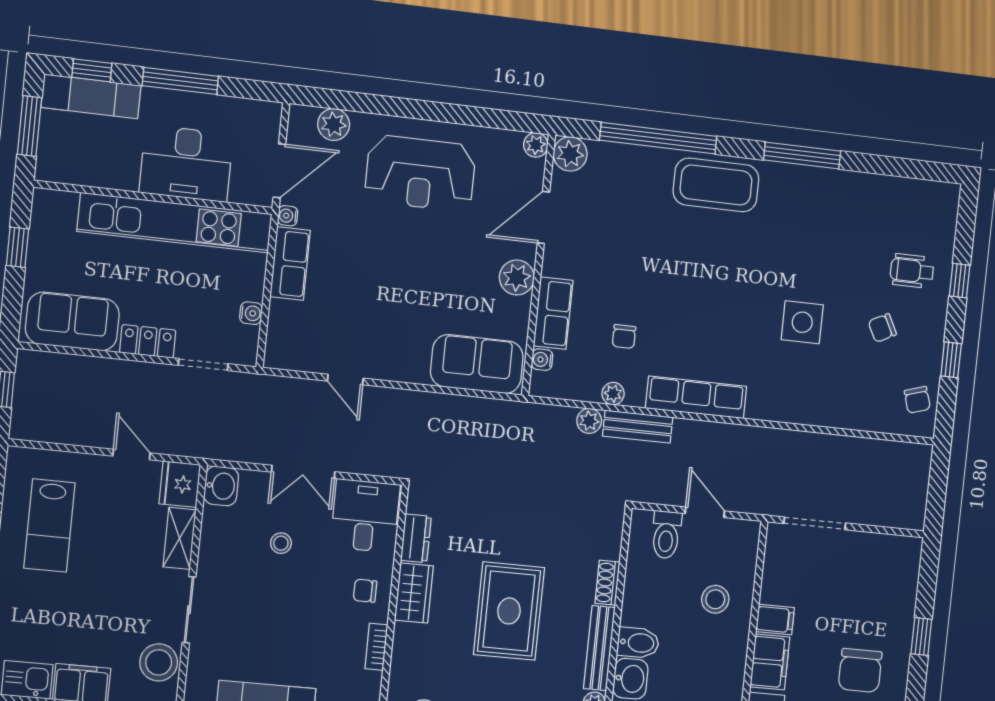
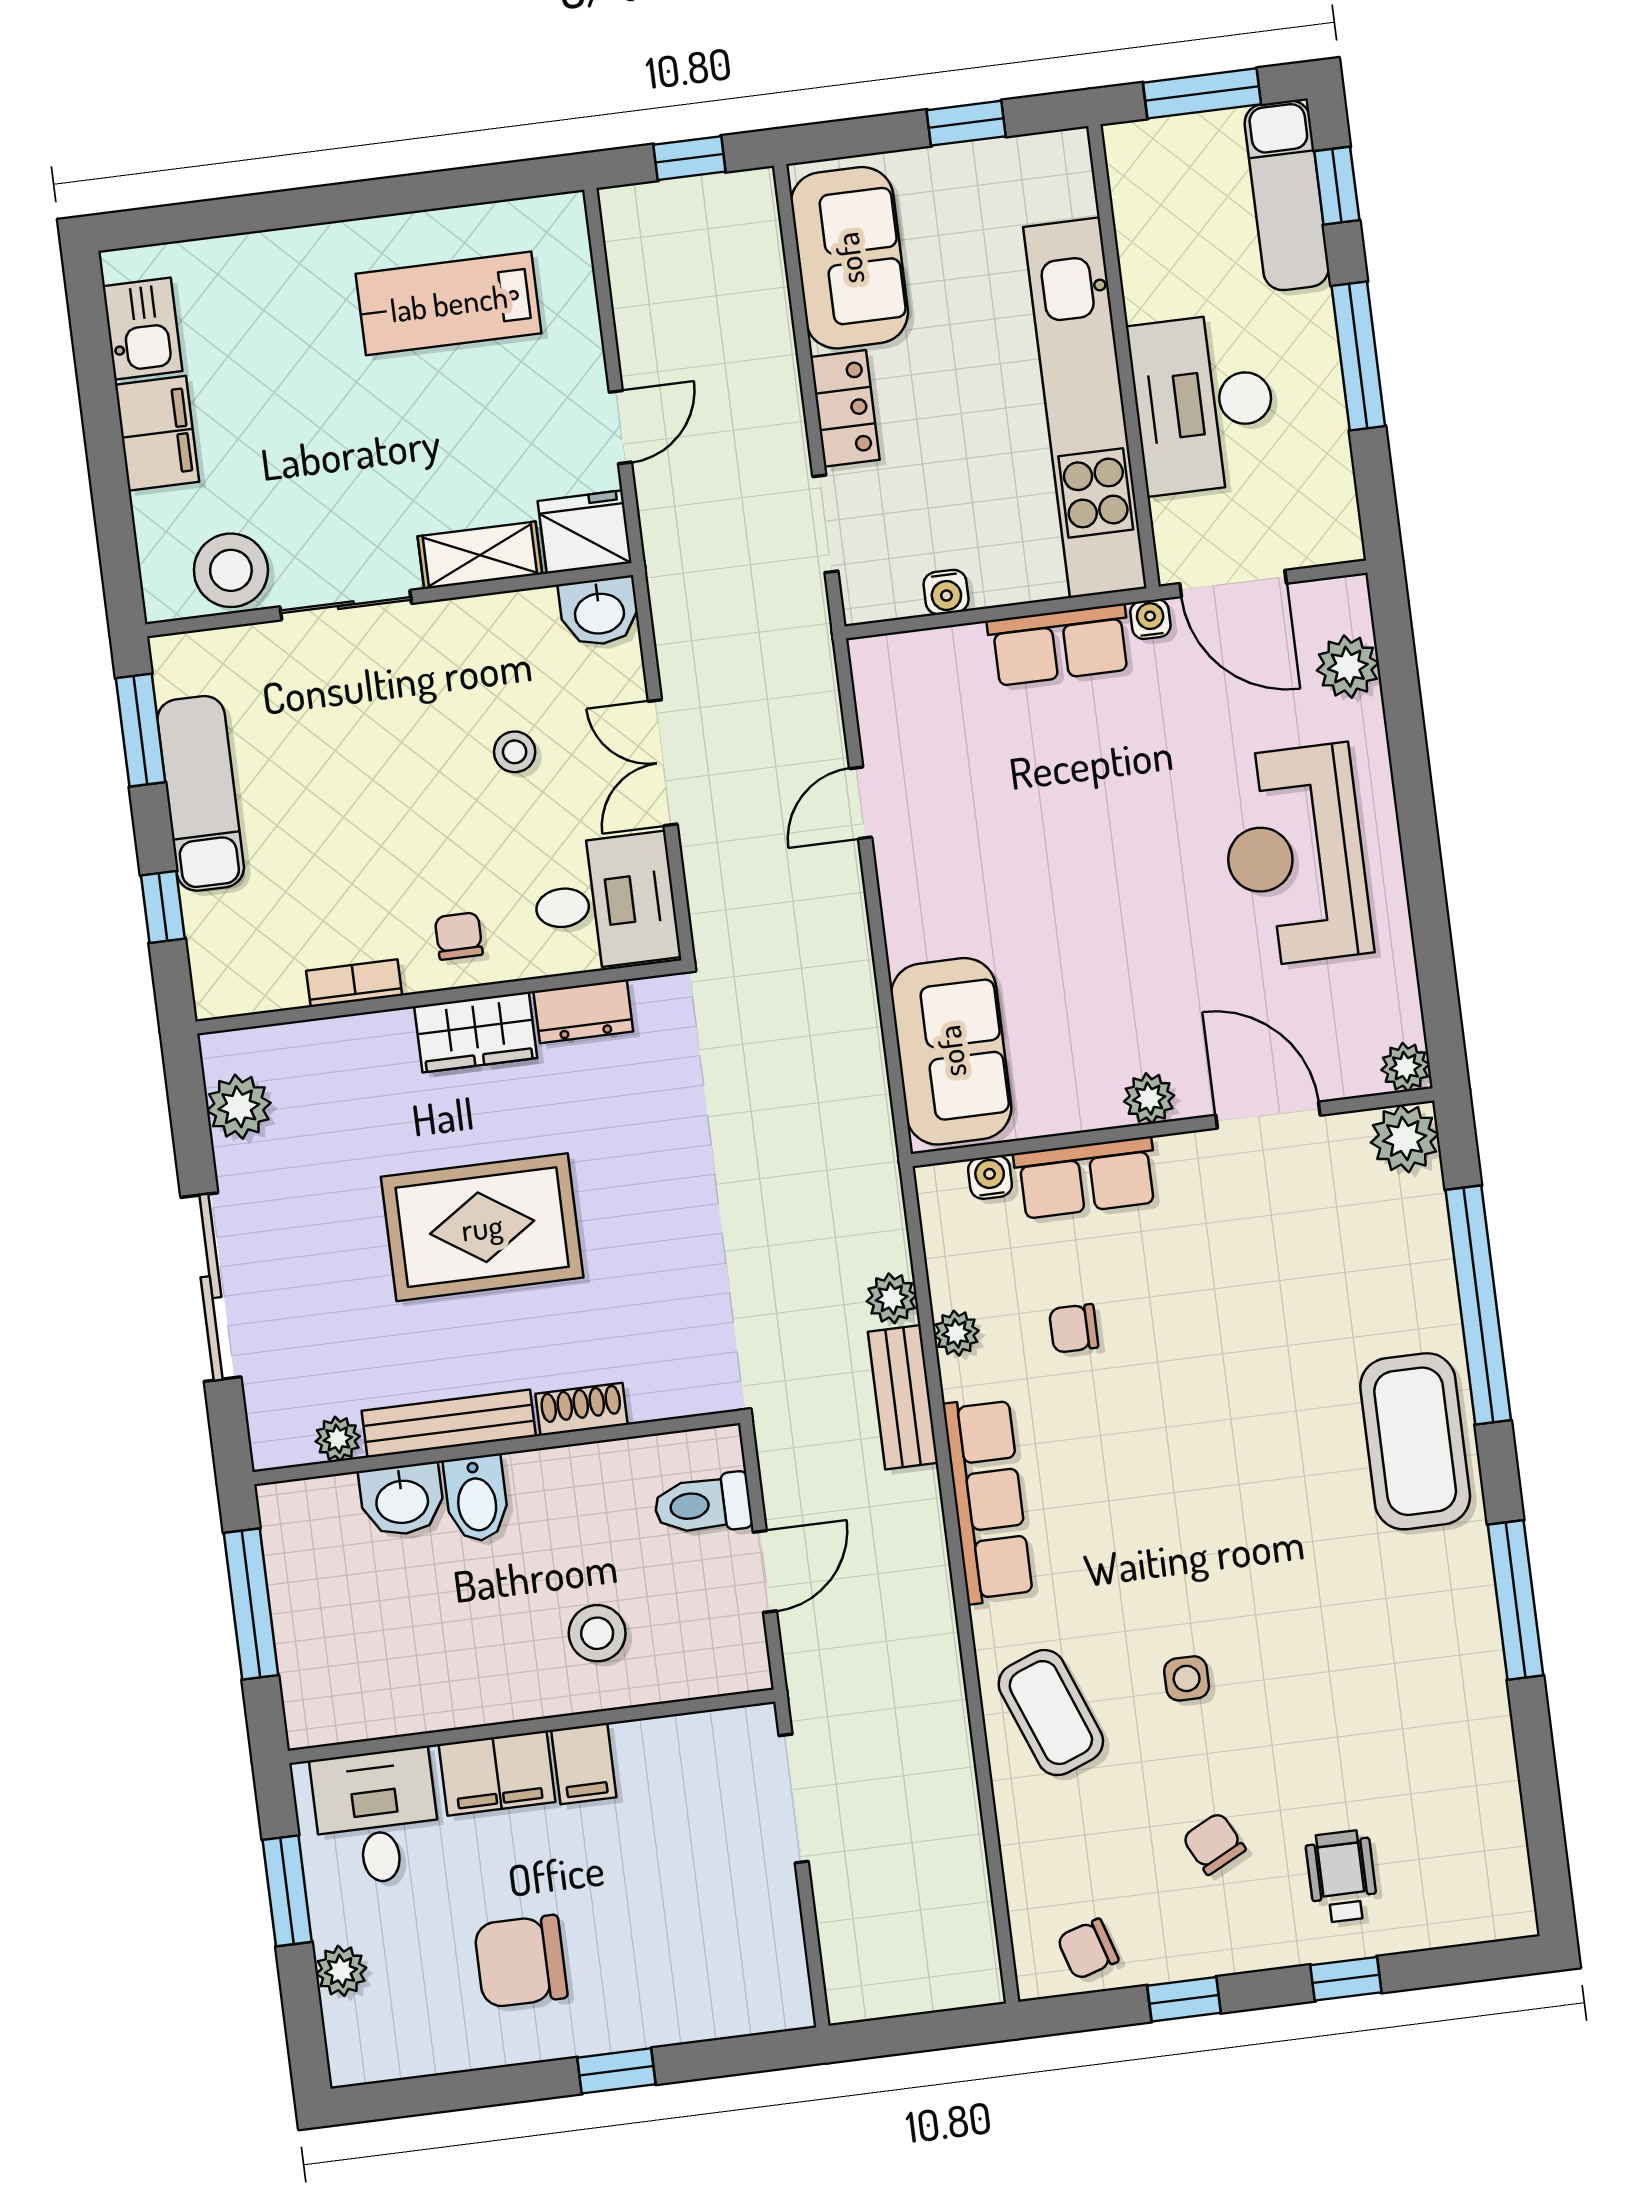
plant: (517, 277) -> (1149, 1098), width x0.73, depth x0.73
side table: (802, 322) -> (1187, 1678), width x0.54, depth x0.54
coffee table: (803, 391) -> (1051, 1713), added

